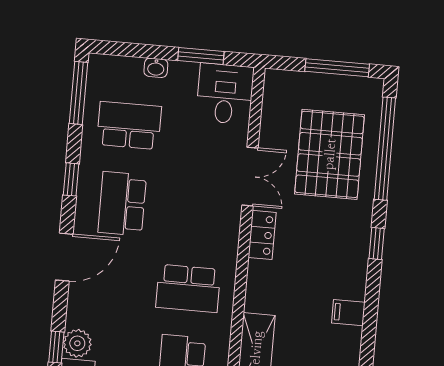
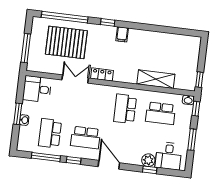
window: (201, 56) -> (18, 114), moved
window: (337, 68) -> (26, 48), moved
window: (79, 93) -> (46, 157), moved
school desk: (188, 288) -> (125, 109), turned 180
filing cabinet: (348, 313) -> (122, 34), moved

